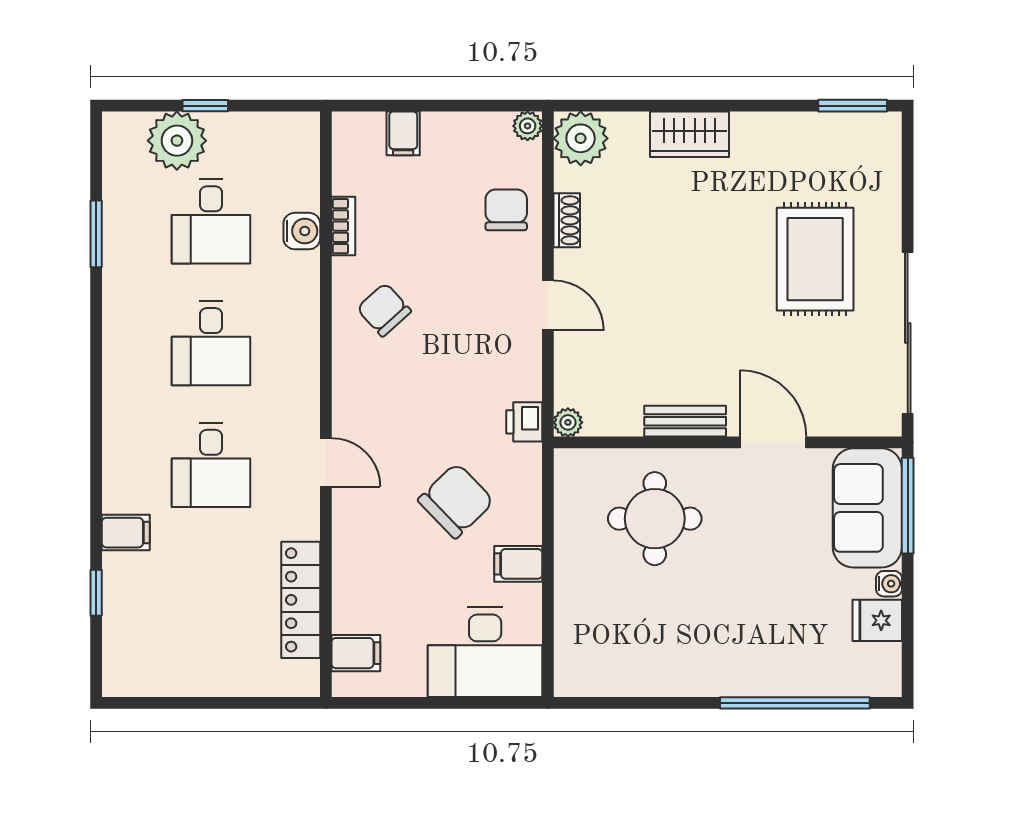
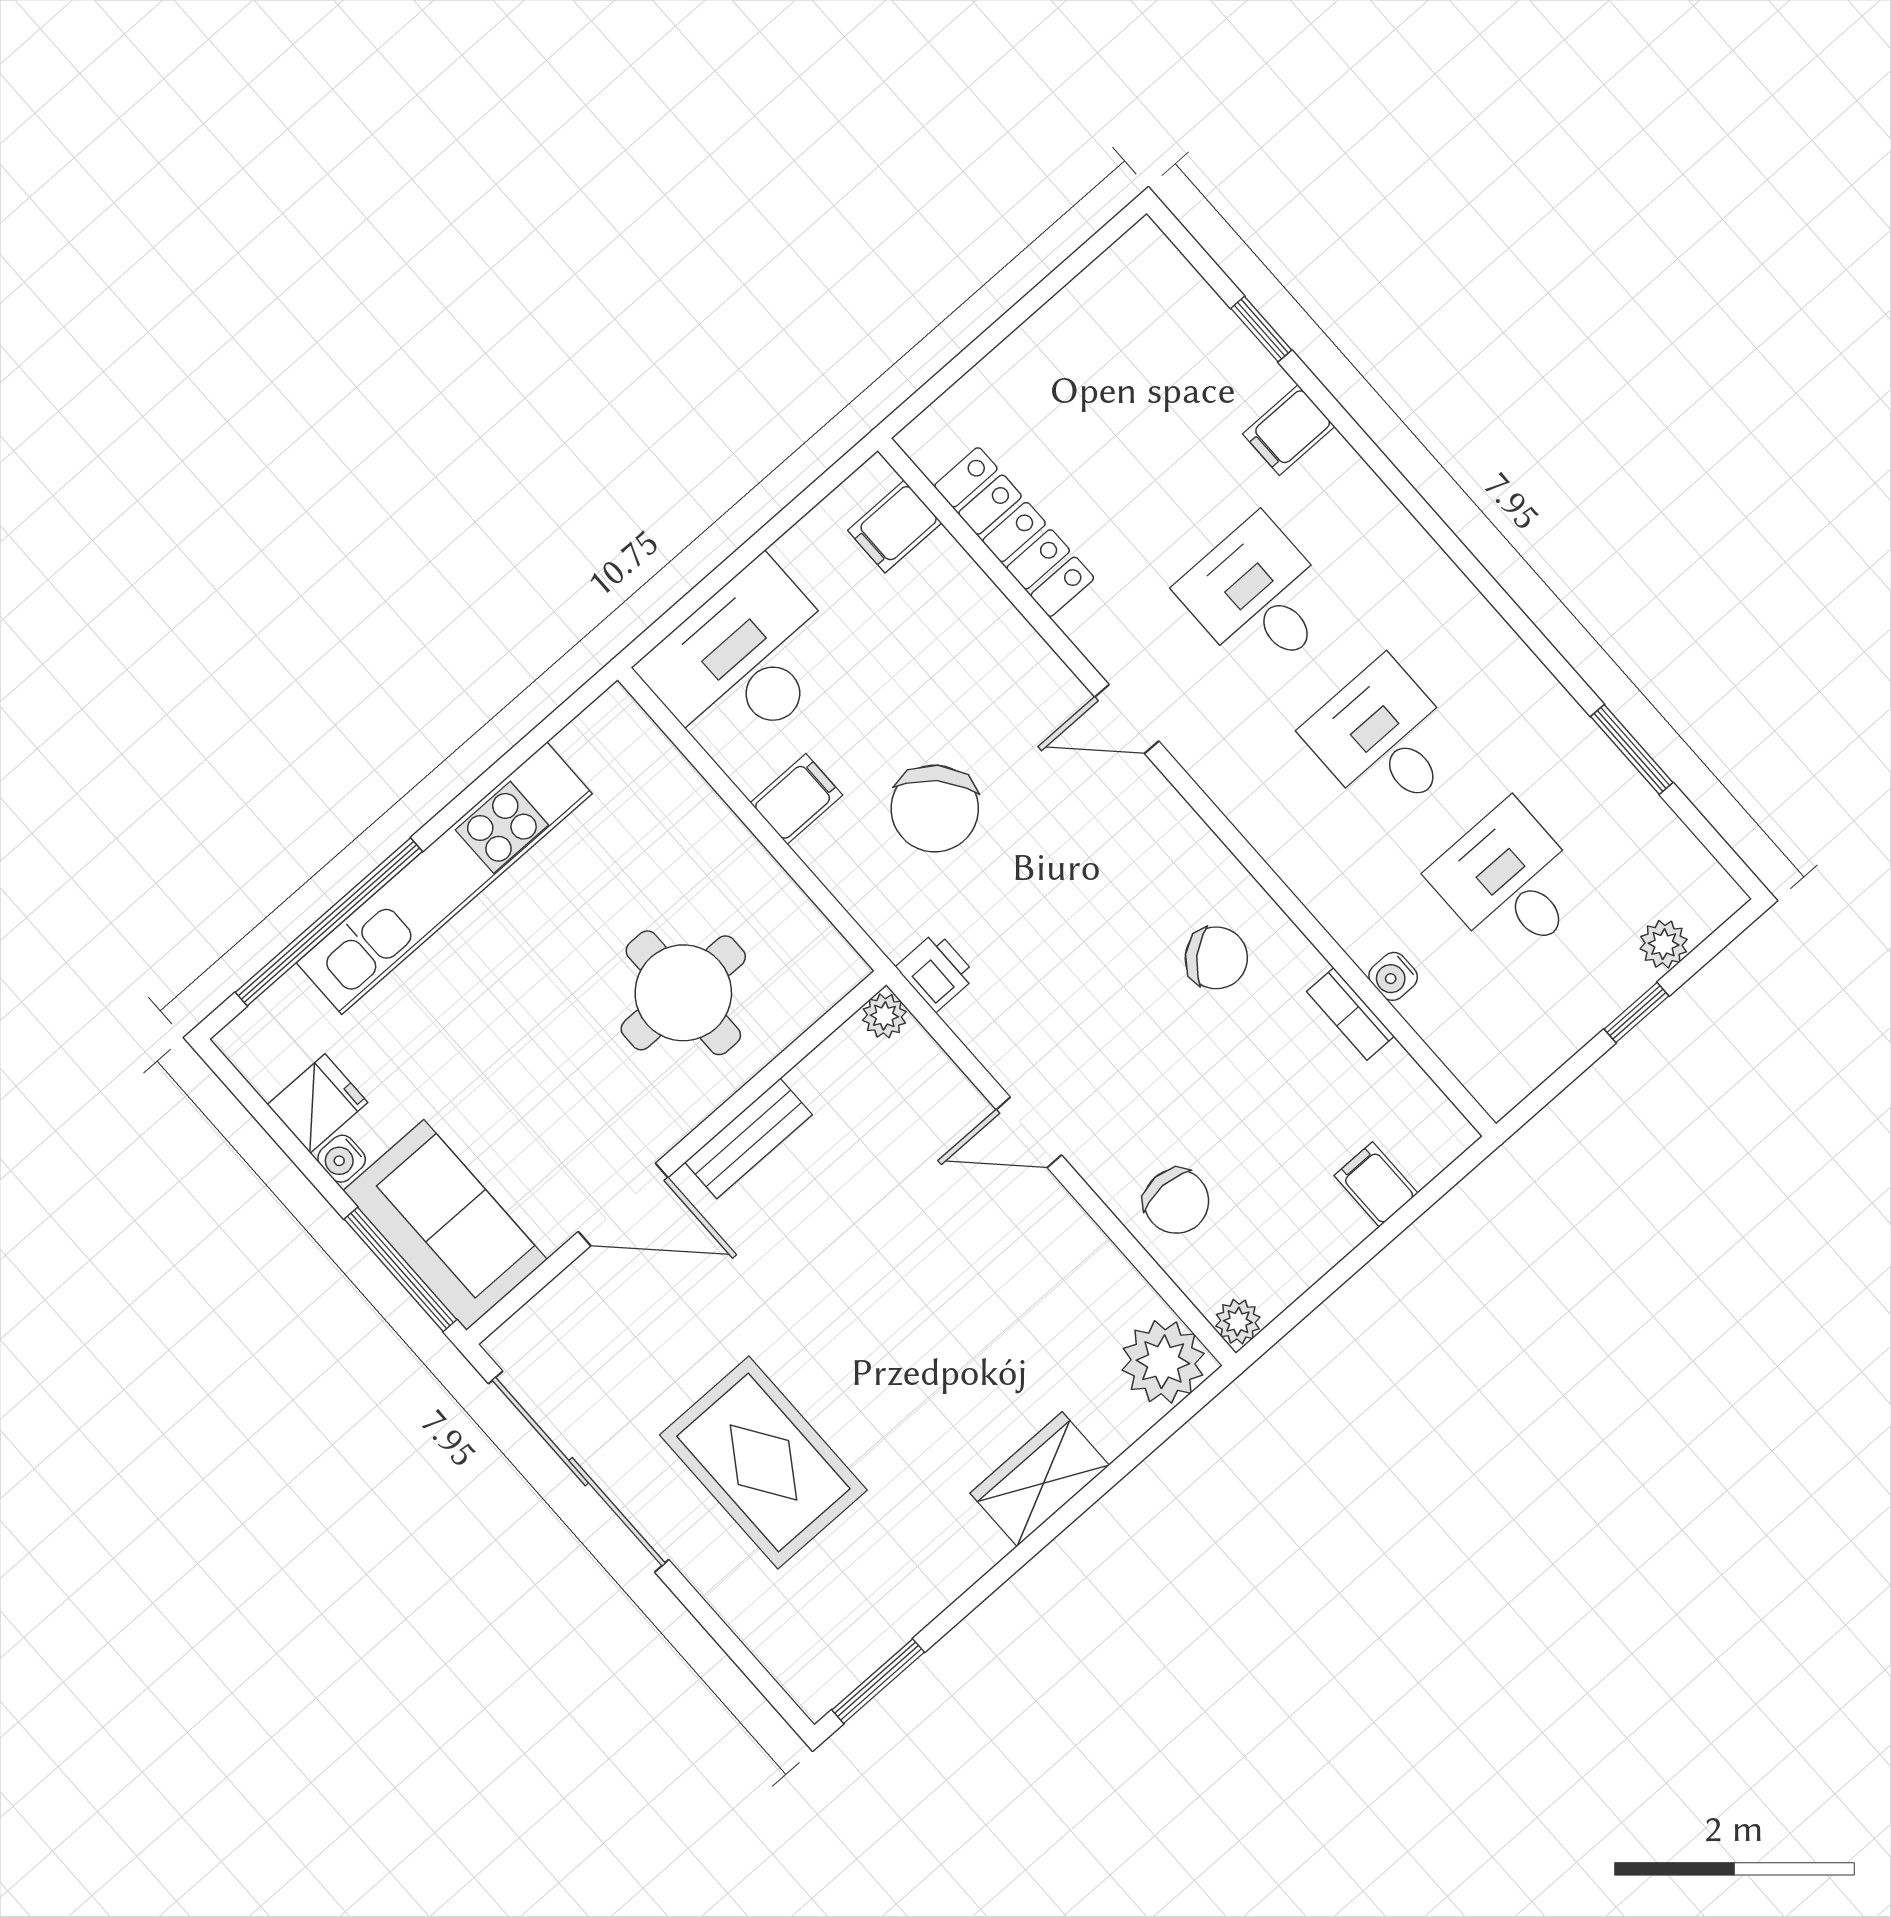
plant: (177, 141) -> (1664, 944), width x0.53, depth x0.53
shoe rack: (567, 220) -> (1094, 1251), removed
water cooler: (302, 231) -> (1393, 976), width x0.72, depth x0.72
kitchen unit: (721, 675) -> (444, 878), added

